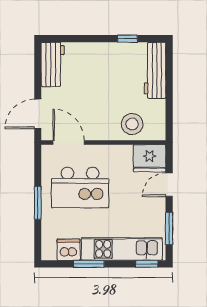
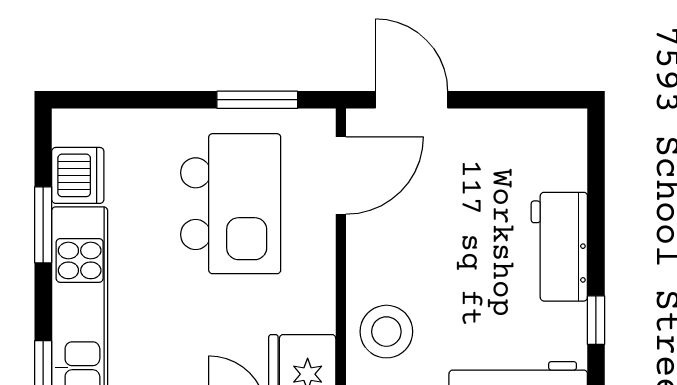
workbench: (53, 64) -> (559, 247), moved, turned 90
kitchen island: (80, 187) -> (231, 204), turned 180
window: (38, 203) -> (257, 100), moved

